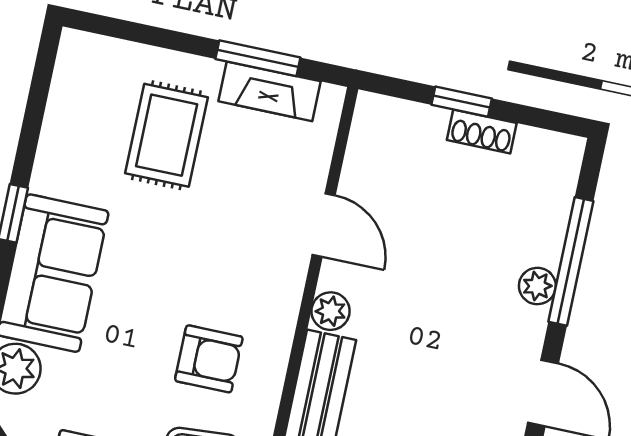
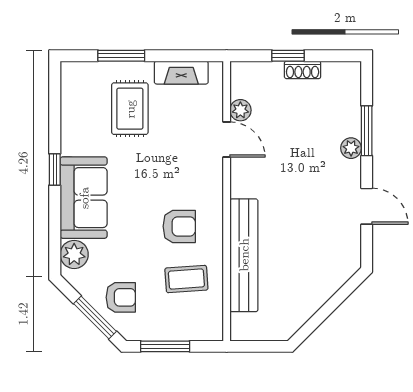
window: (258, 58) -> (121, 56), moved
window: (571, 261) -> (367, 131), width x0.69
plant: (330, 311) -> (240, 110), moved

